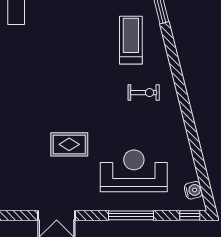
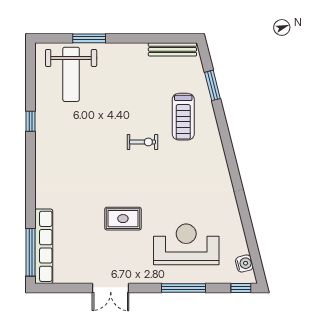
treadmill: (131, 40) -> (183, 117), turned 180
exercise bike: (144, 93) -> (143, 142), moved

